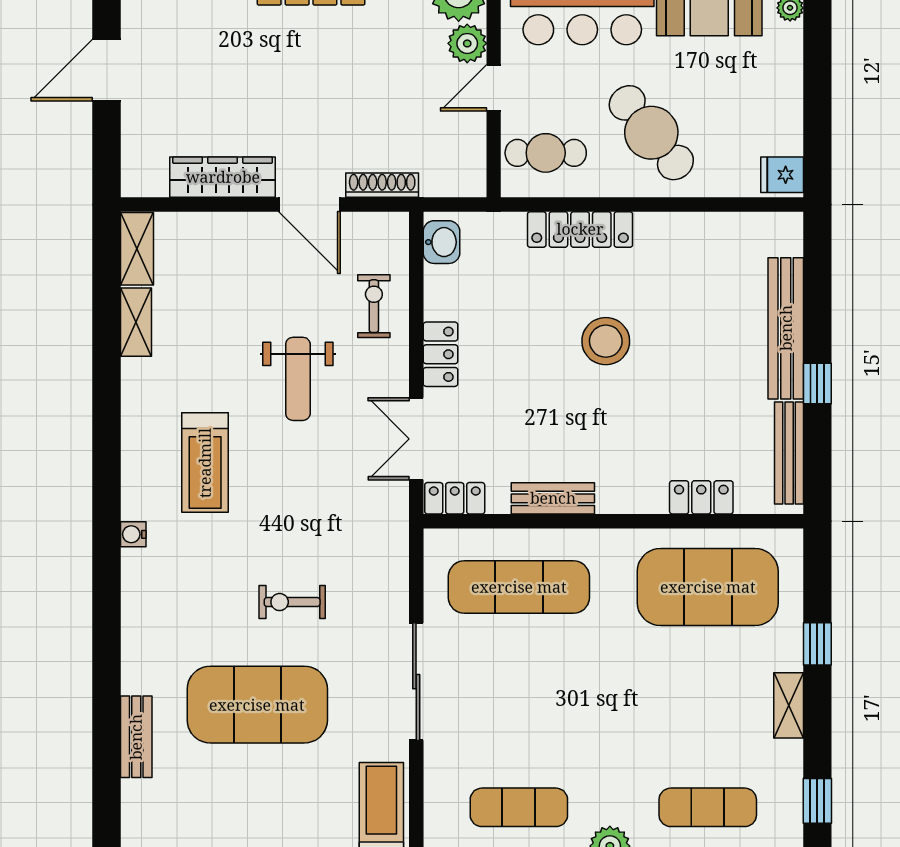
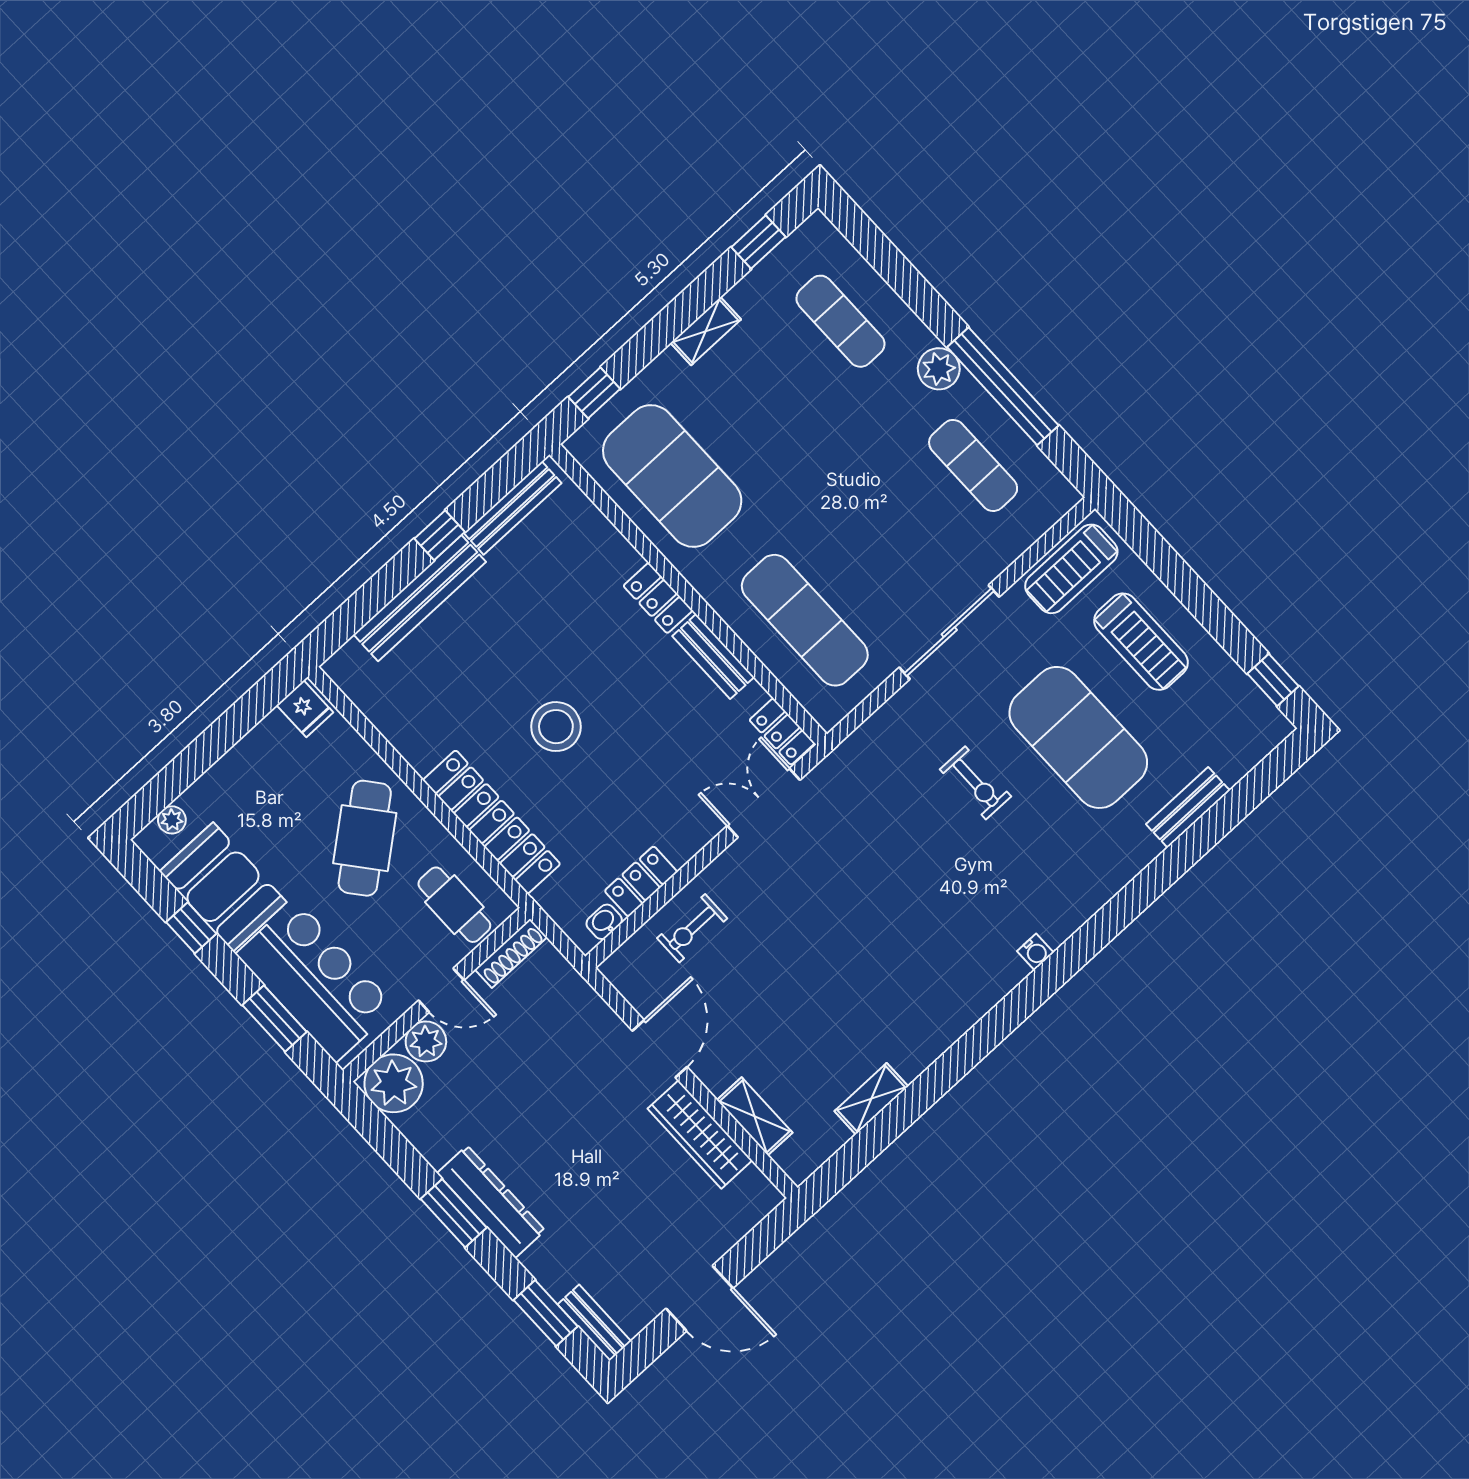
shoe rack: (382, 185) -> (511, 953), moved, turned -90
locker: (580, 229) -> (492, 822), width x1.41, depth x1.21
washbasin: (441, 242) -> (604, 922), width x0.72, depth x0.69
shelving: (137, 249) -> (755, 1116), moved, turned 90
locker: (441, 354) -> (641, 881), moved
weight bench: (298, 379) -> (801, 935), removed
double door: (416, 439) -> (764, 803), swing flipped
treadmill: (205, 463) -> (1141, 642), moved, turned 90
locker: (701, 497) -> (658, 598), moved
window: (817, 644) -> (594, 393), moved

